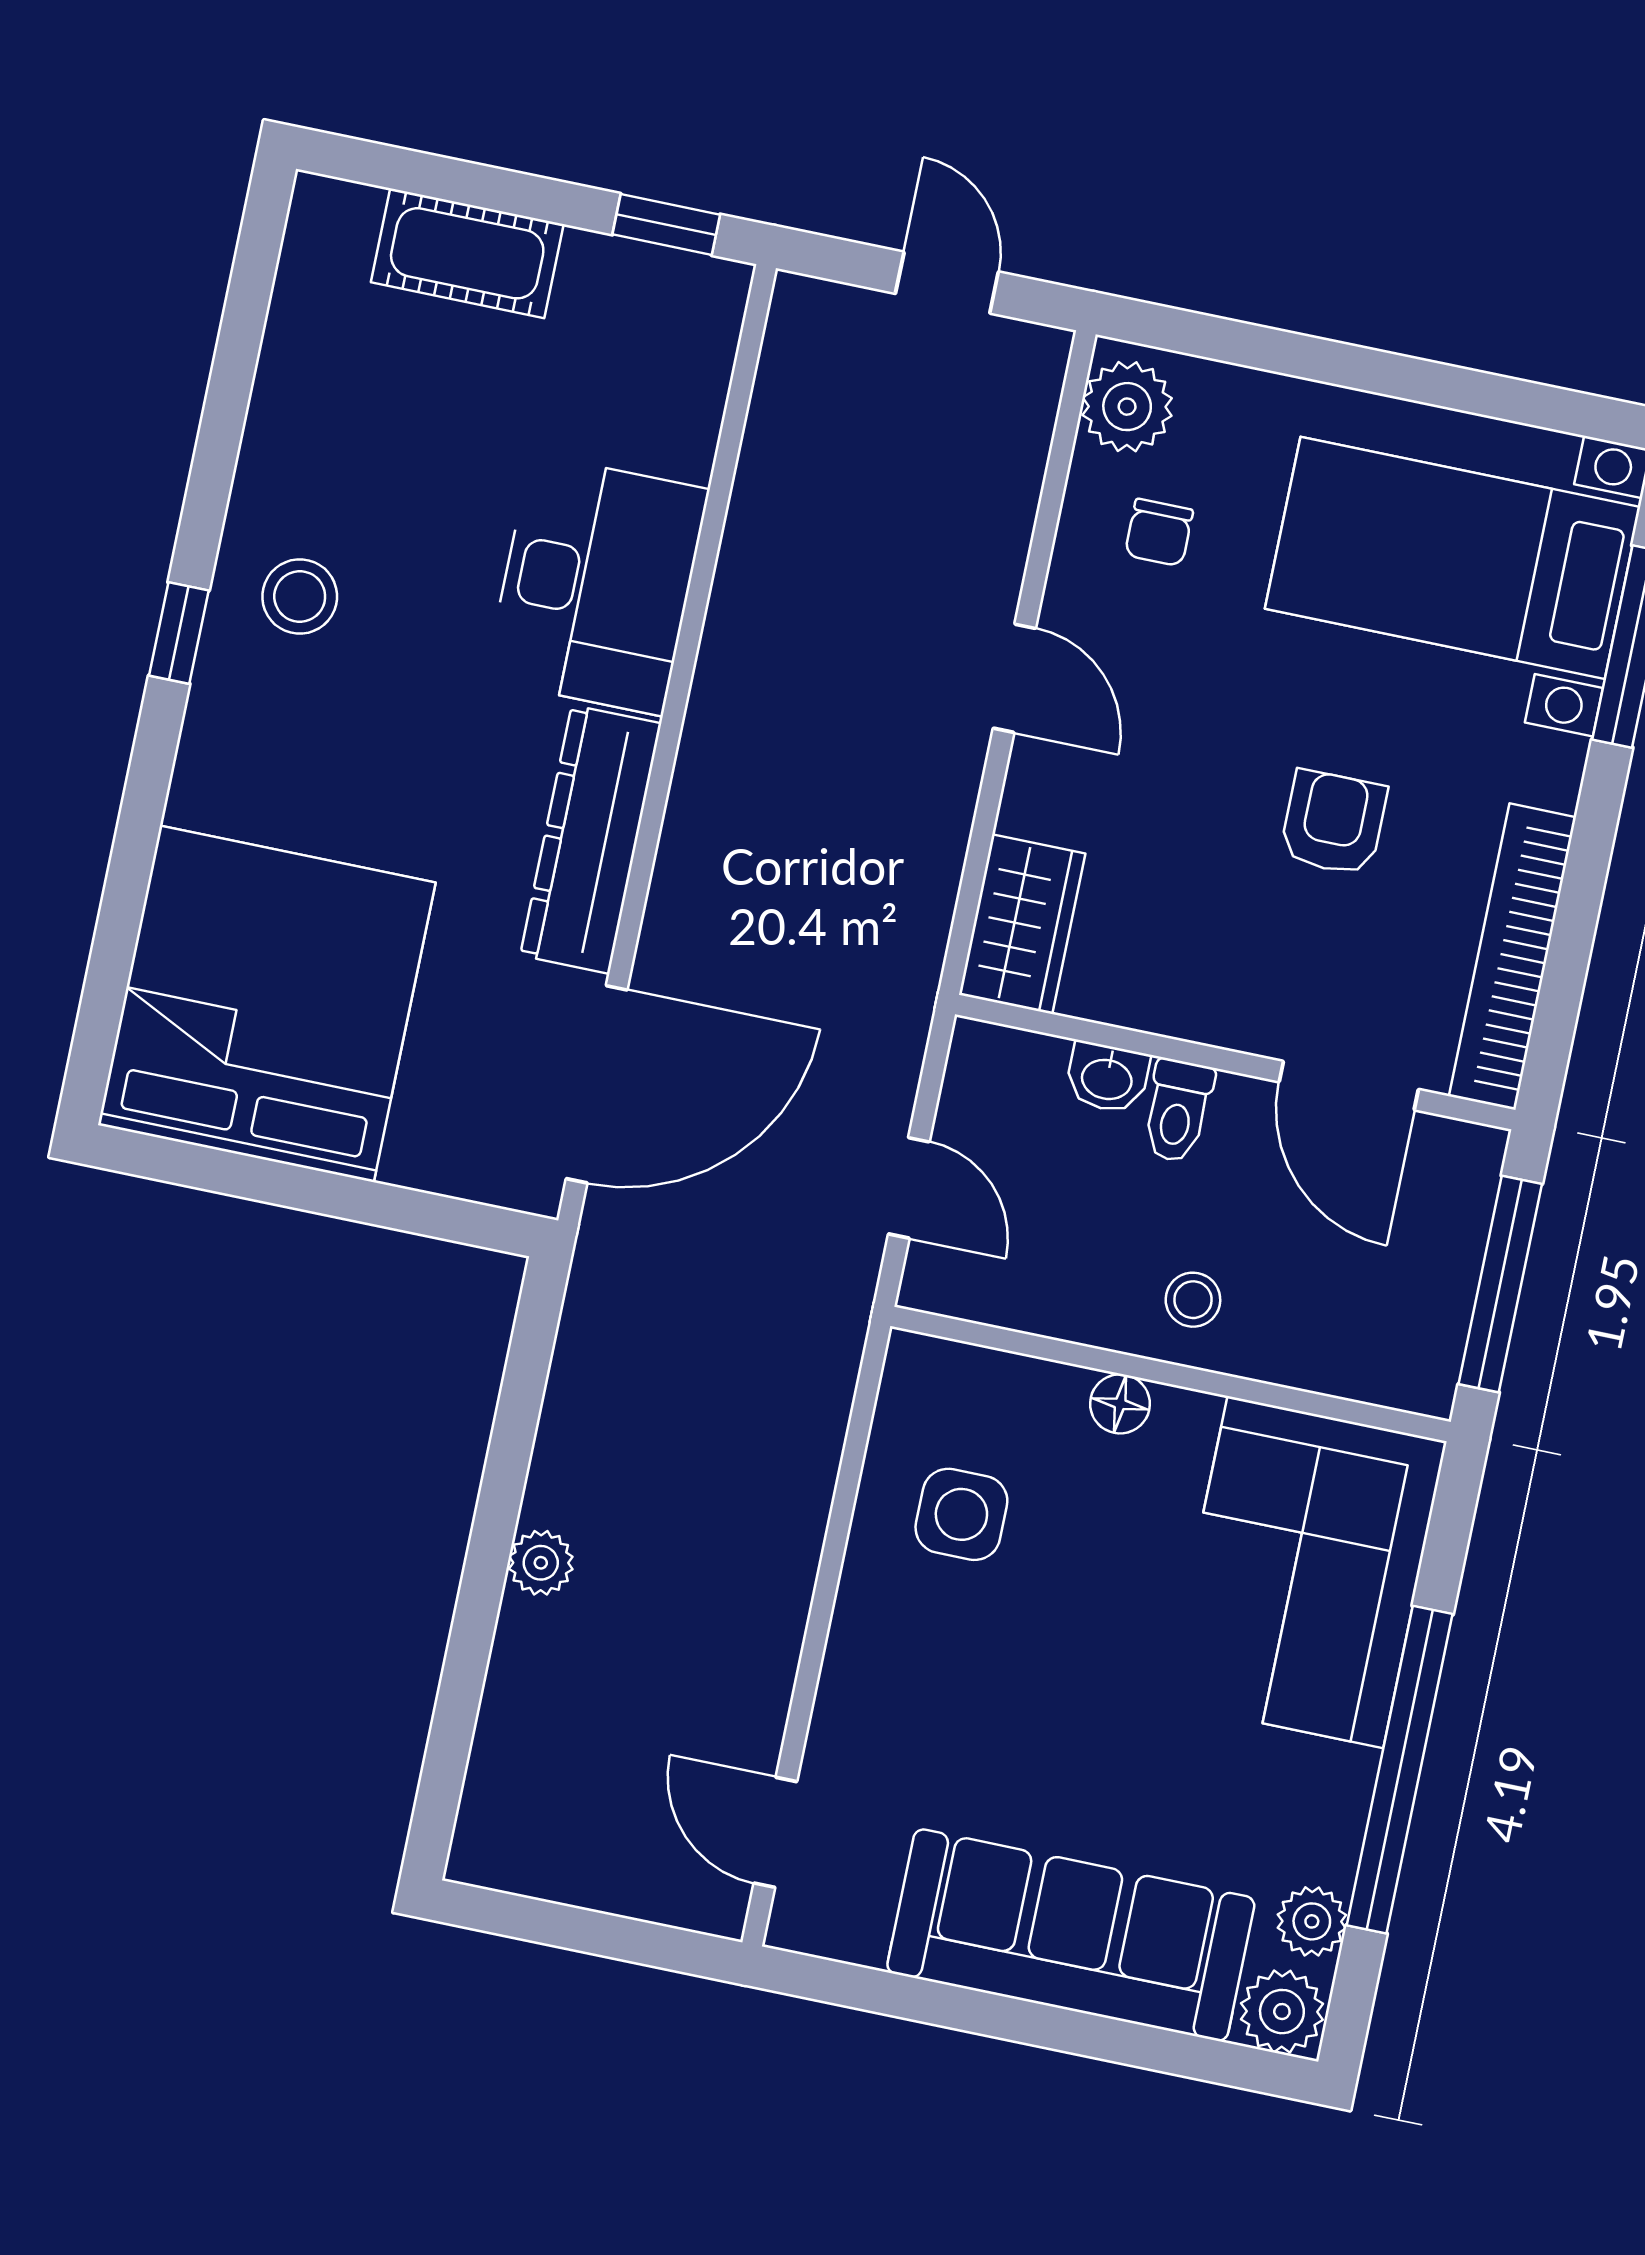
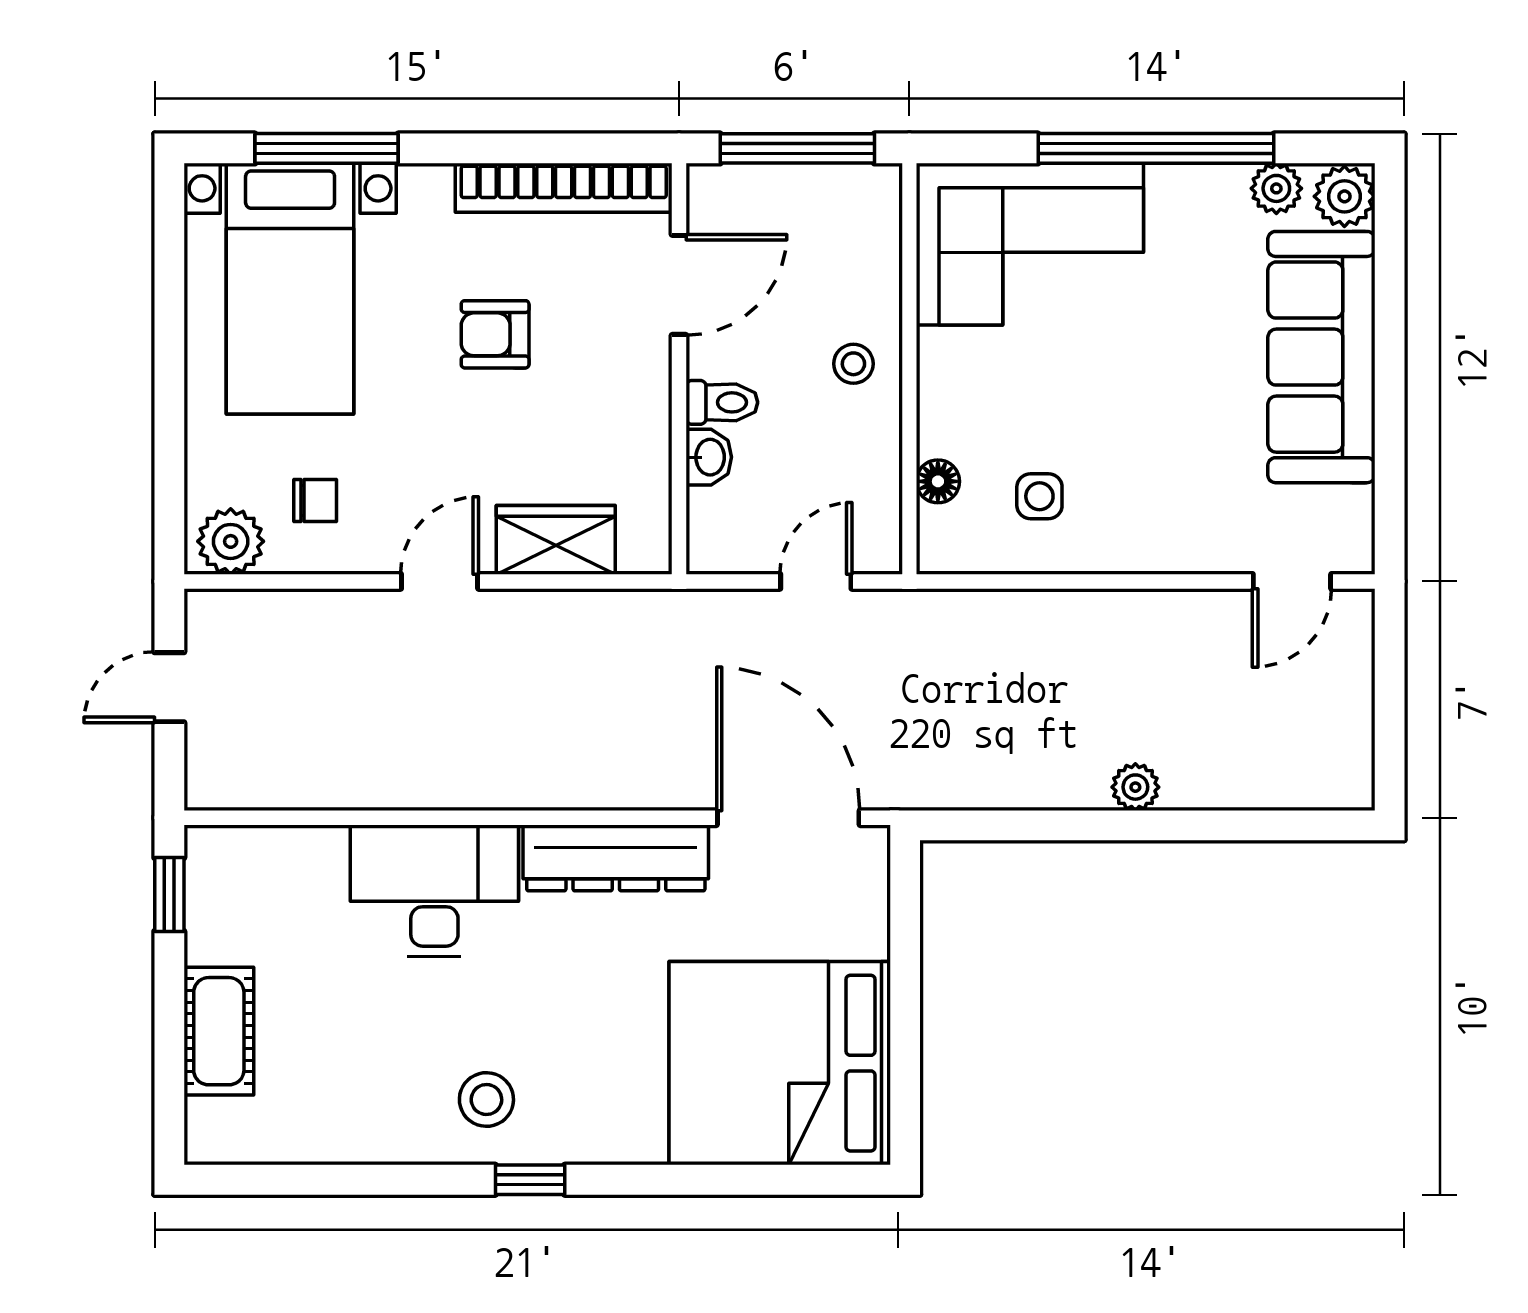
wardrobe: (1022, 924) -> (556, 540), moved
floor lamp: (1120, 1404) -> (938, 481), moved
side table: (961, 1514) -> (1039, 496), width x0.73, depth x0.73

